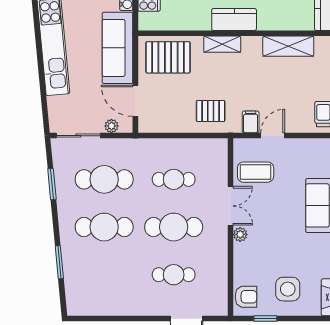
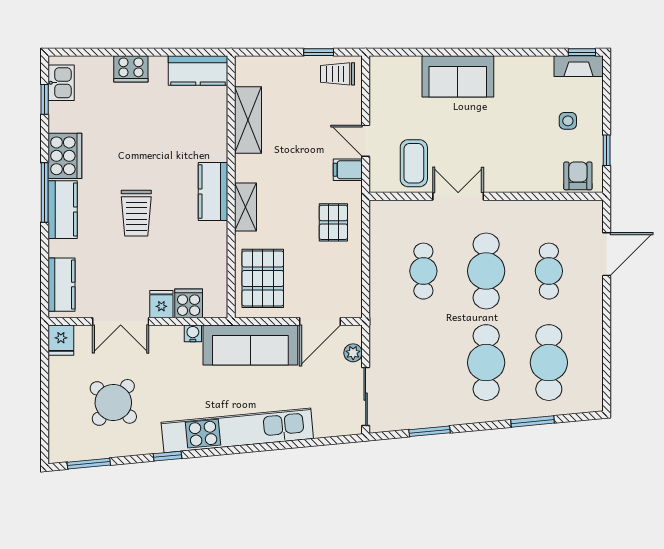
cafe table: (104, 179) -> (549, 363), moved
plant: (240, 234) -> (496, 183), removed
side table: (288, 289) -> (568, 121), width x0.54, depth x0.54

